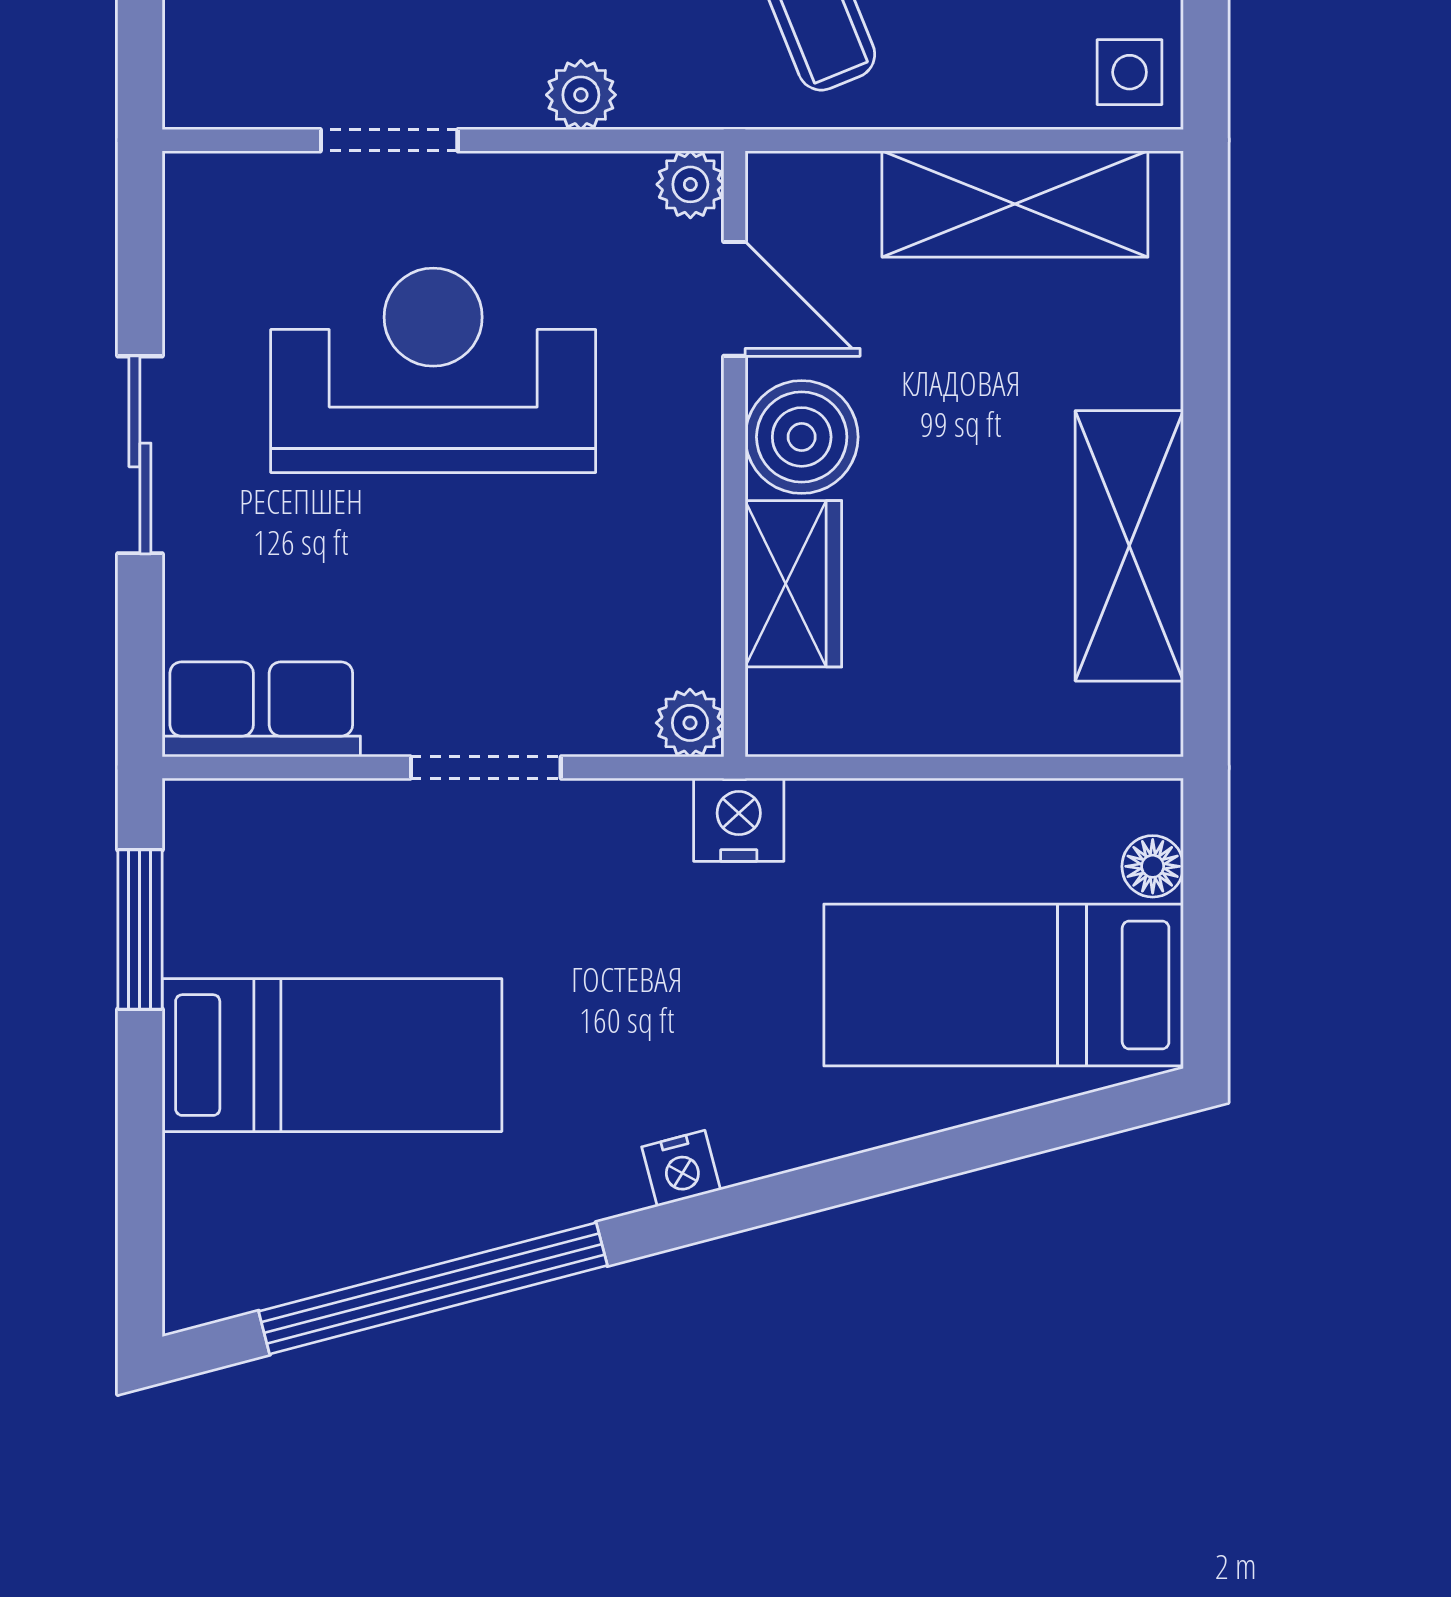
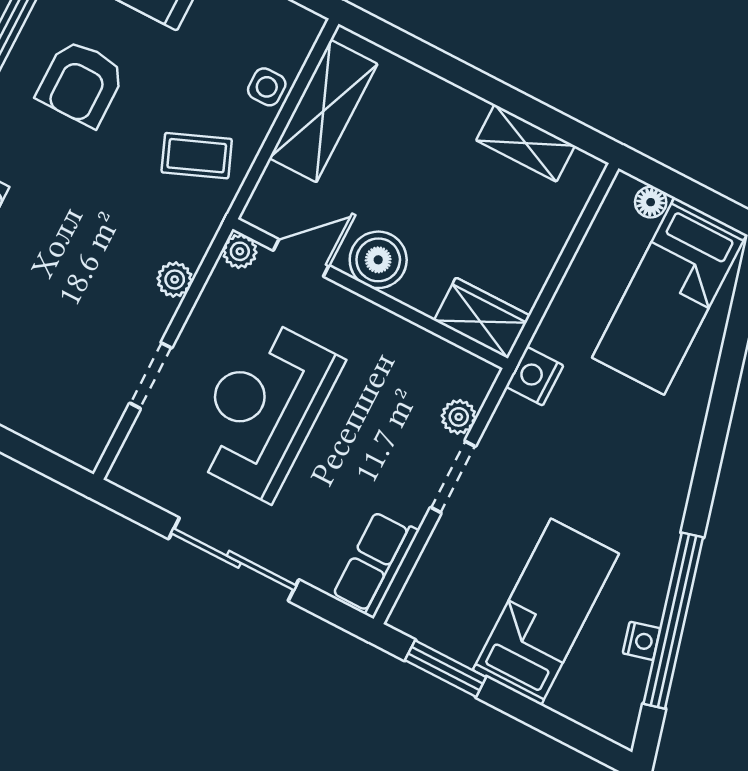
side table: (1130, 72) -> (267, 87), moved
sliding door: (140, 455) -> (234, 559), width x1.37
shelving: (1129, 546) -> (525, 143), width x0.67, depth x0.75
wardrobe: (793, 584) -> (482, 318), moved
plant: (690, 723) -> (459, 417), moved
nightstand: (681, 1168) -> (641, 641), moved

